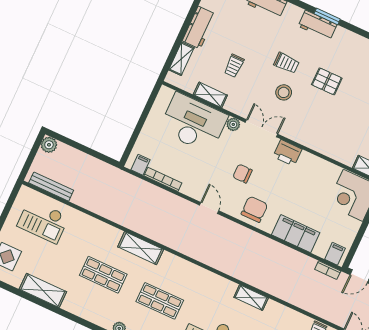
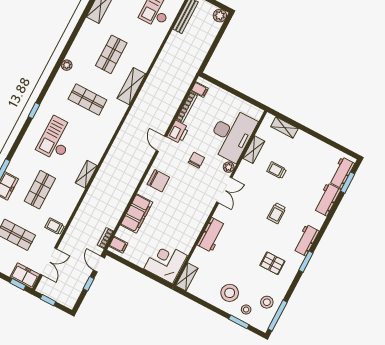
window: (327, 16) -> (306, 262), moved
workbench: (199, 28) -> (211, 235), moved, turned -90
pallet: (327, 81) -> (272, 263), moved, turned 90
stool: (284, 92) -> (253, 210), removed
printer: (287, 153) -> (178, 132), moved, turned 180
chair: (243, 174) -> (196, 160), moved
door: (209, 208) -> (161, 144), swing flipped
shop shelf: (160, 301) -> (87, 99), turned 90

